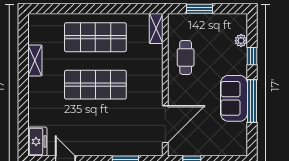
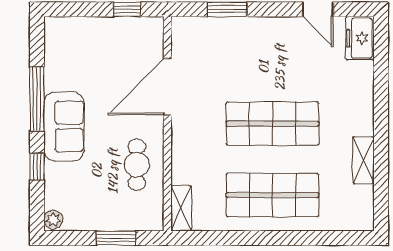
plant: (241, 41) -> (53, 220), moved
sofa: (234, 98) -> (64, 126), moved
door: (165, 124) -> (167, 87), moved

